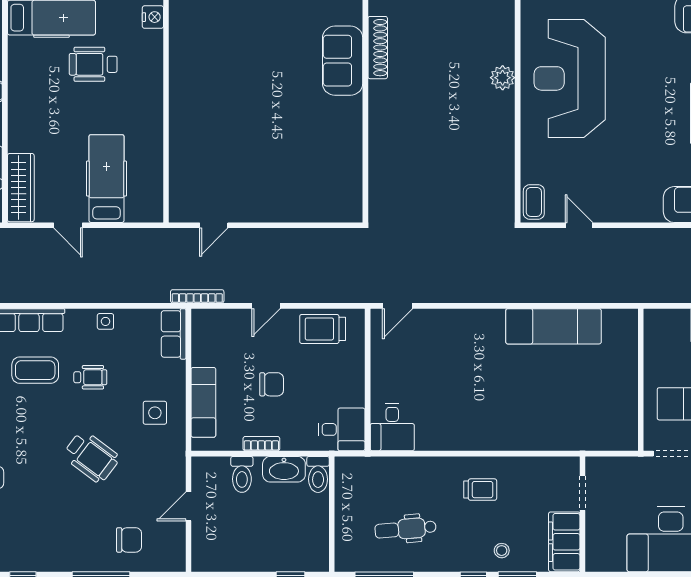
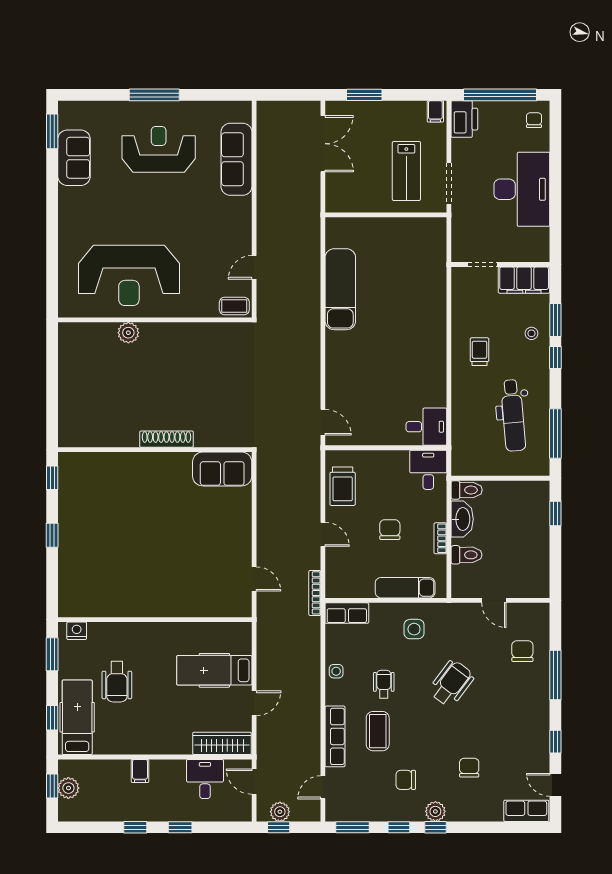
shoe rack: (378, 48) -> (167, 439), moved
sofa: (343, 61) -> (222, 469), moved
dental chair: (406, 529) -> (513, 415), width x1.36, depth x1.38

